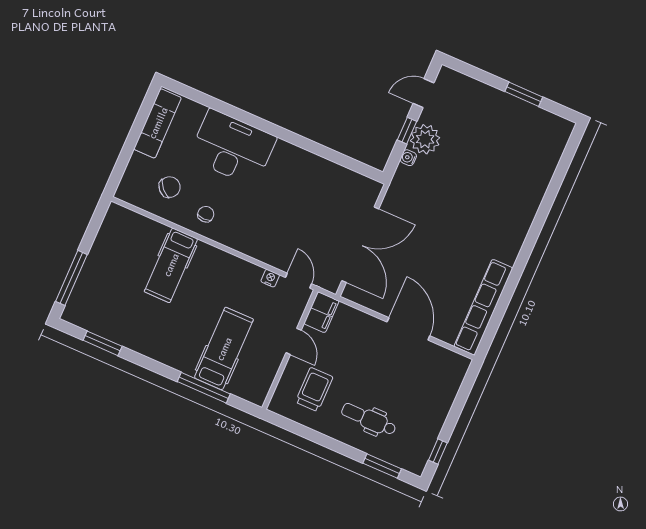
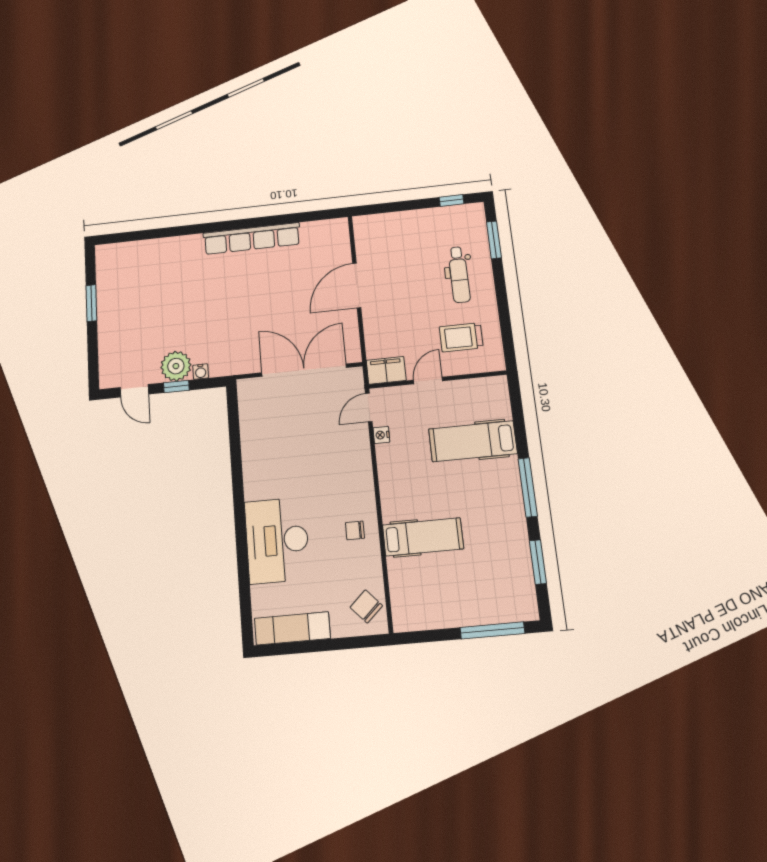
chair: (170, 187) -> (366, 606), moved
row of seats: (483, 307) -> (252, 239), moved
window: (204, 388) -> (528, 487), moved

